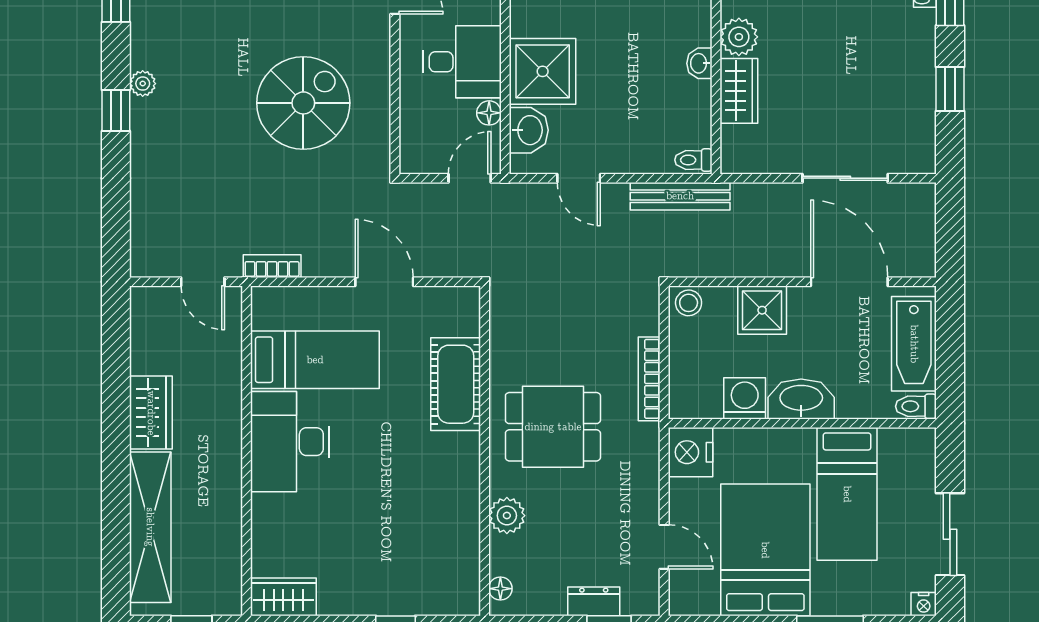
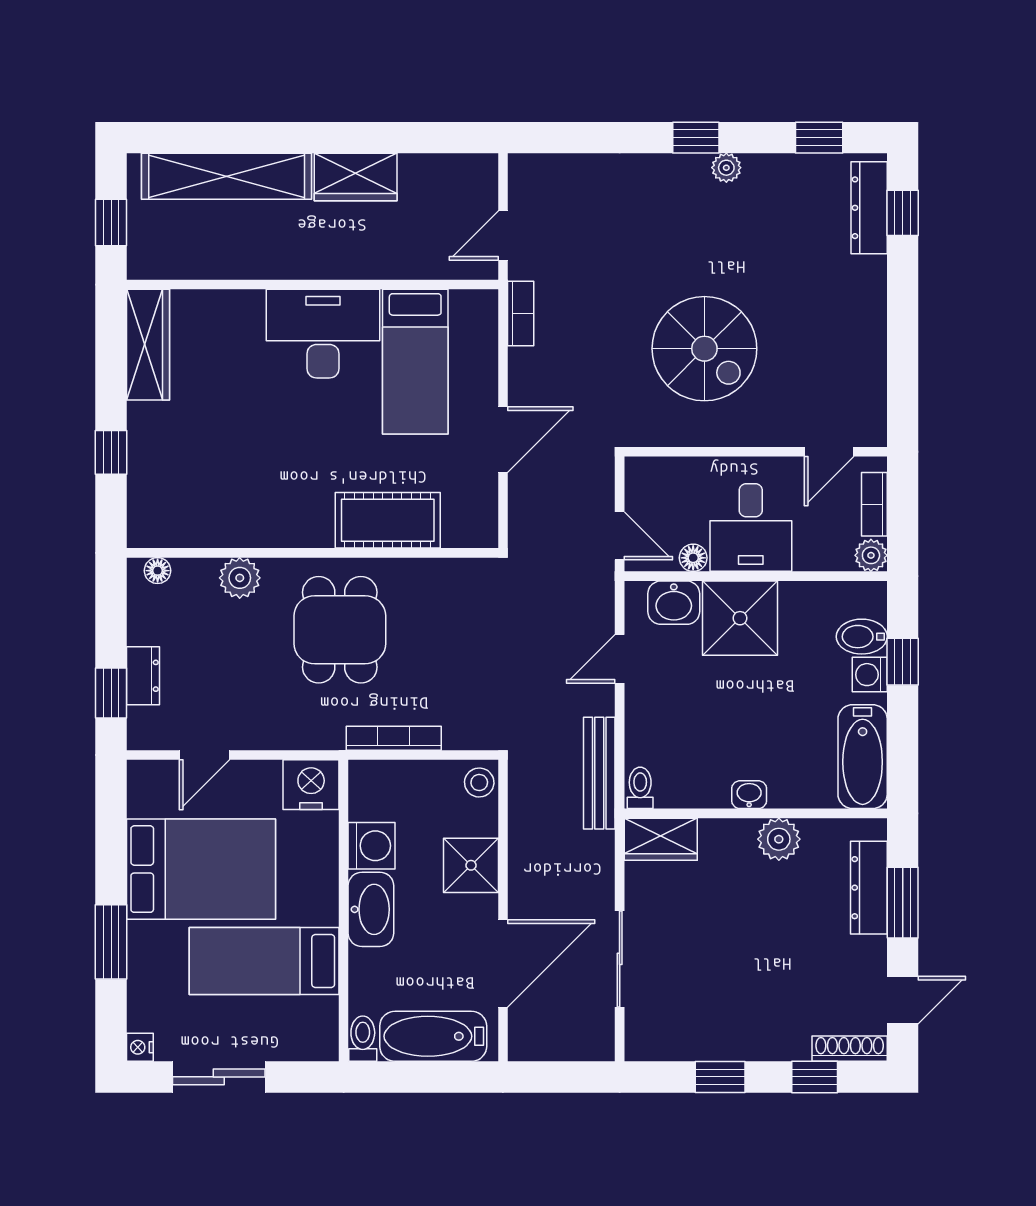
wardrobe: (739, 91) -> (661, 839), moved
wardrobe: (283, 597) -> (148, 345), width x1.50

